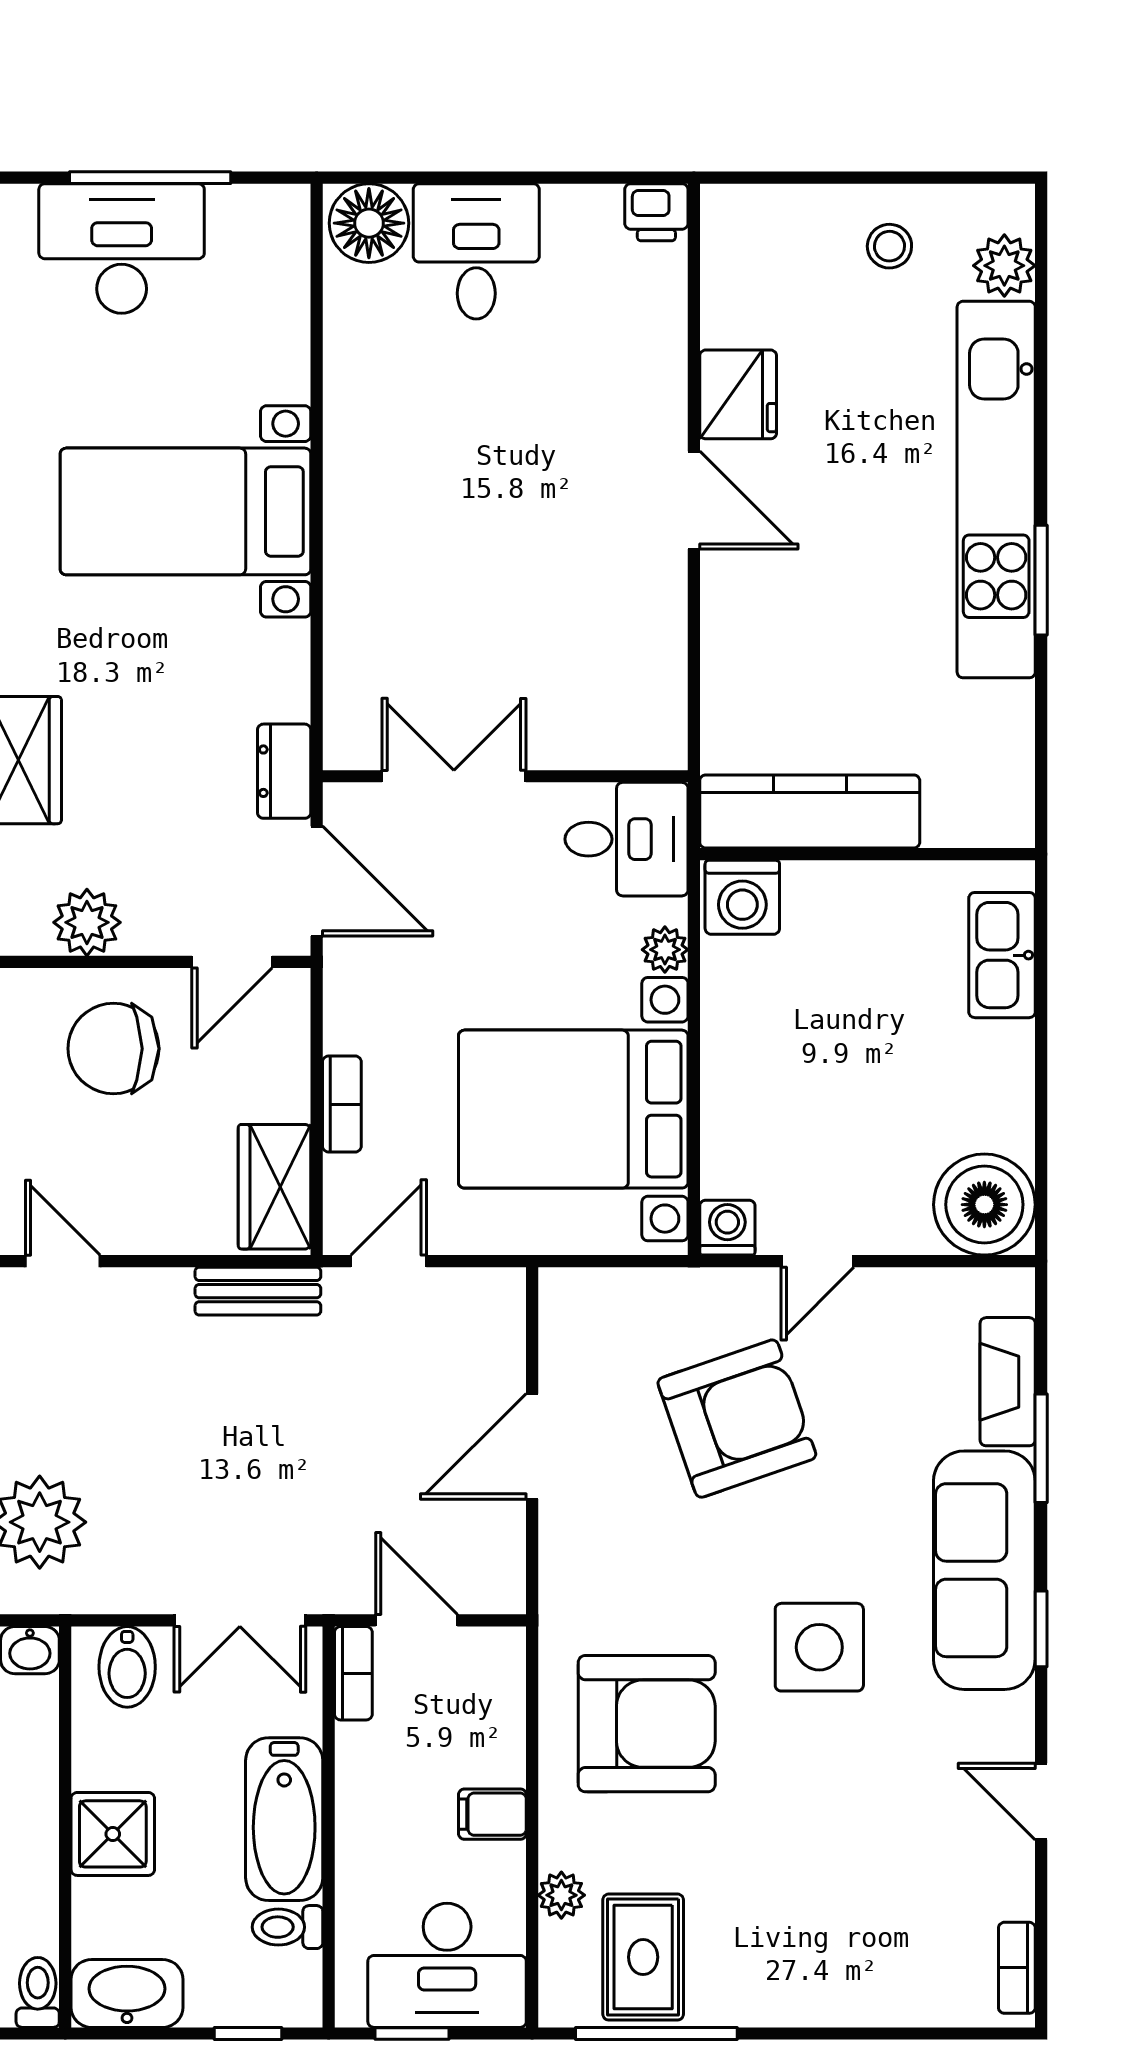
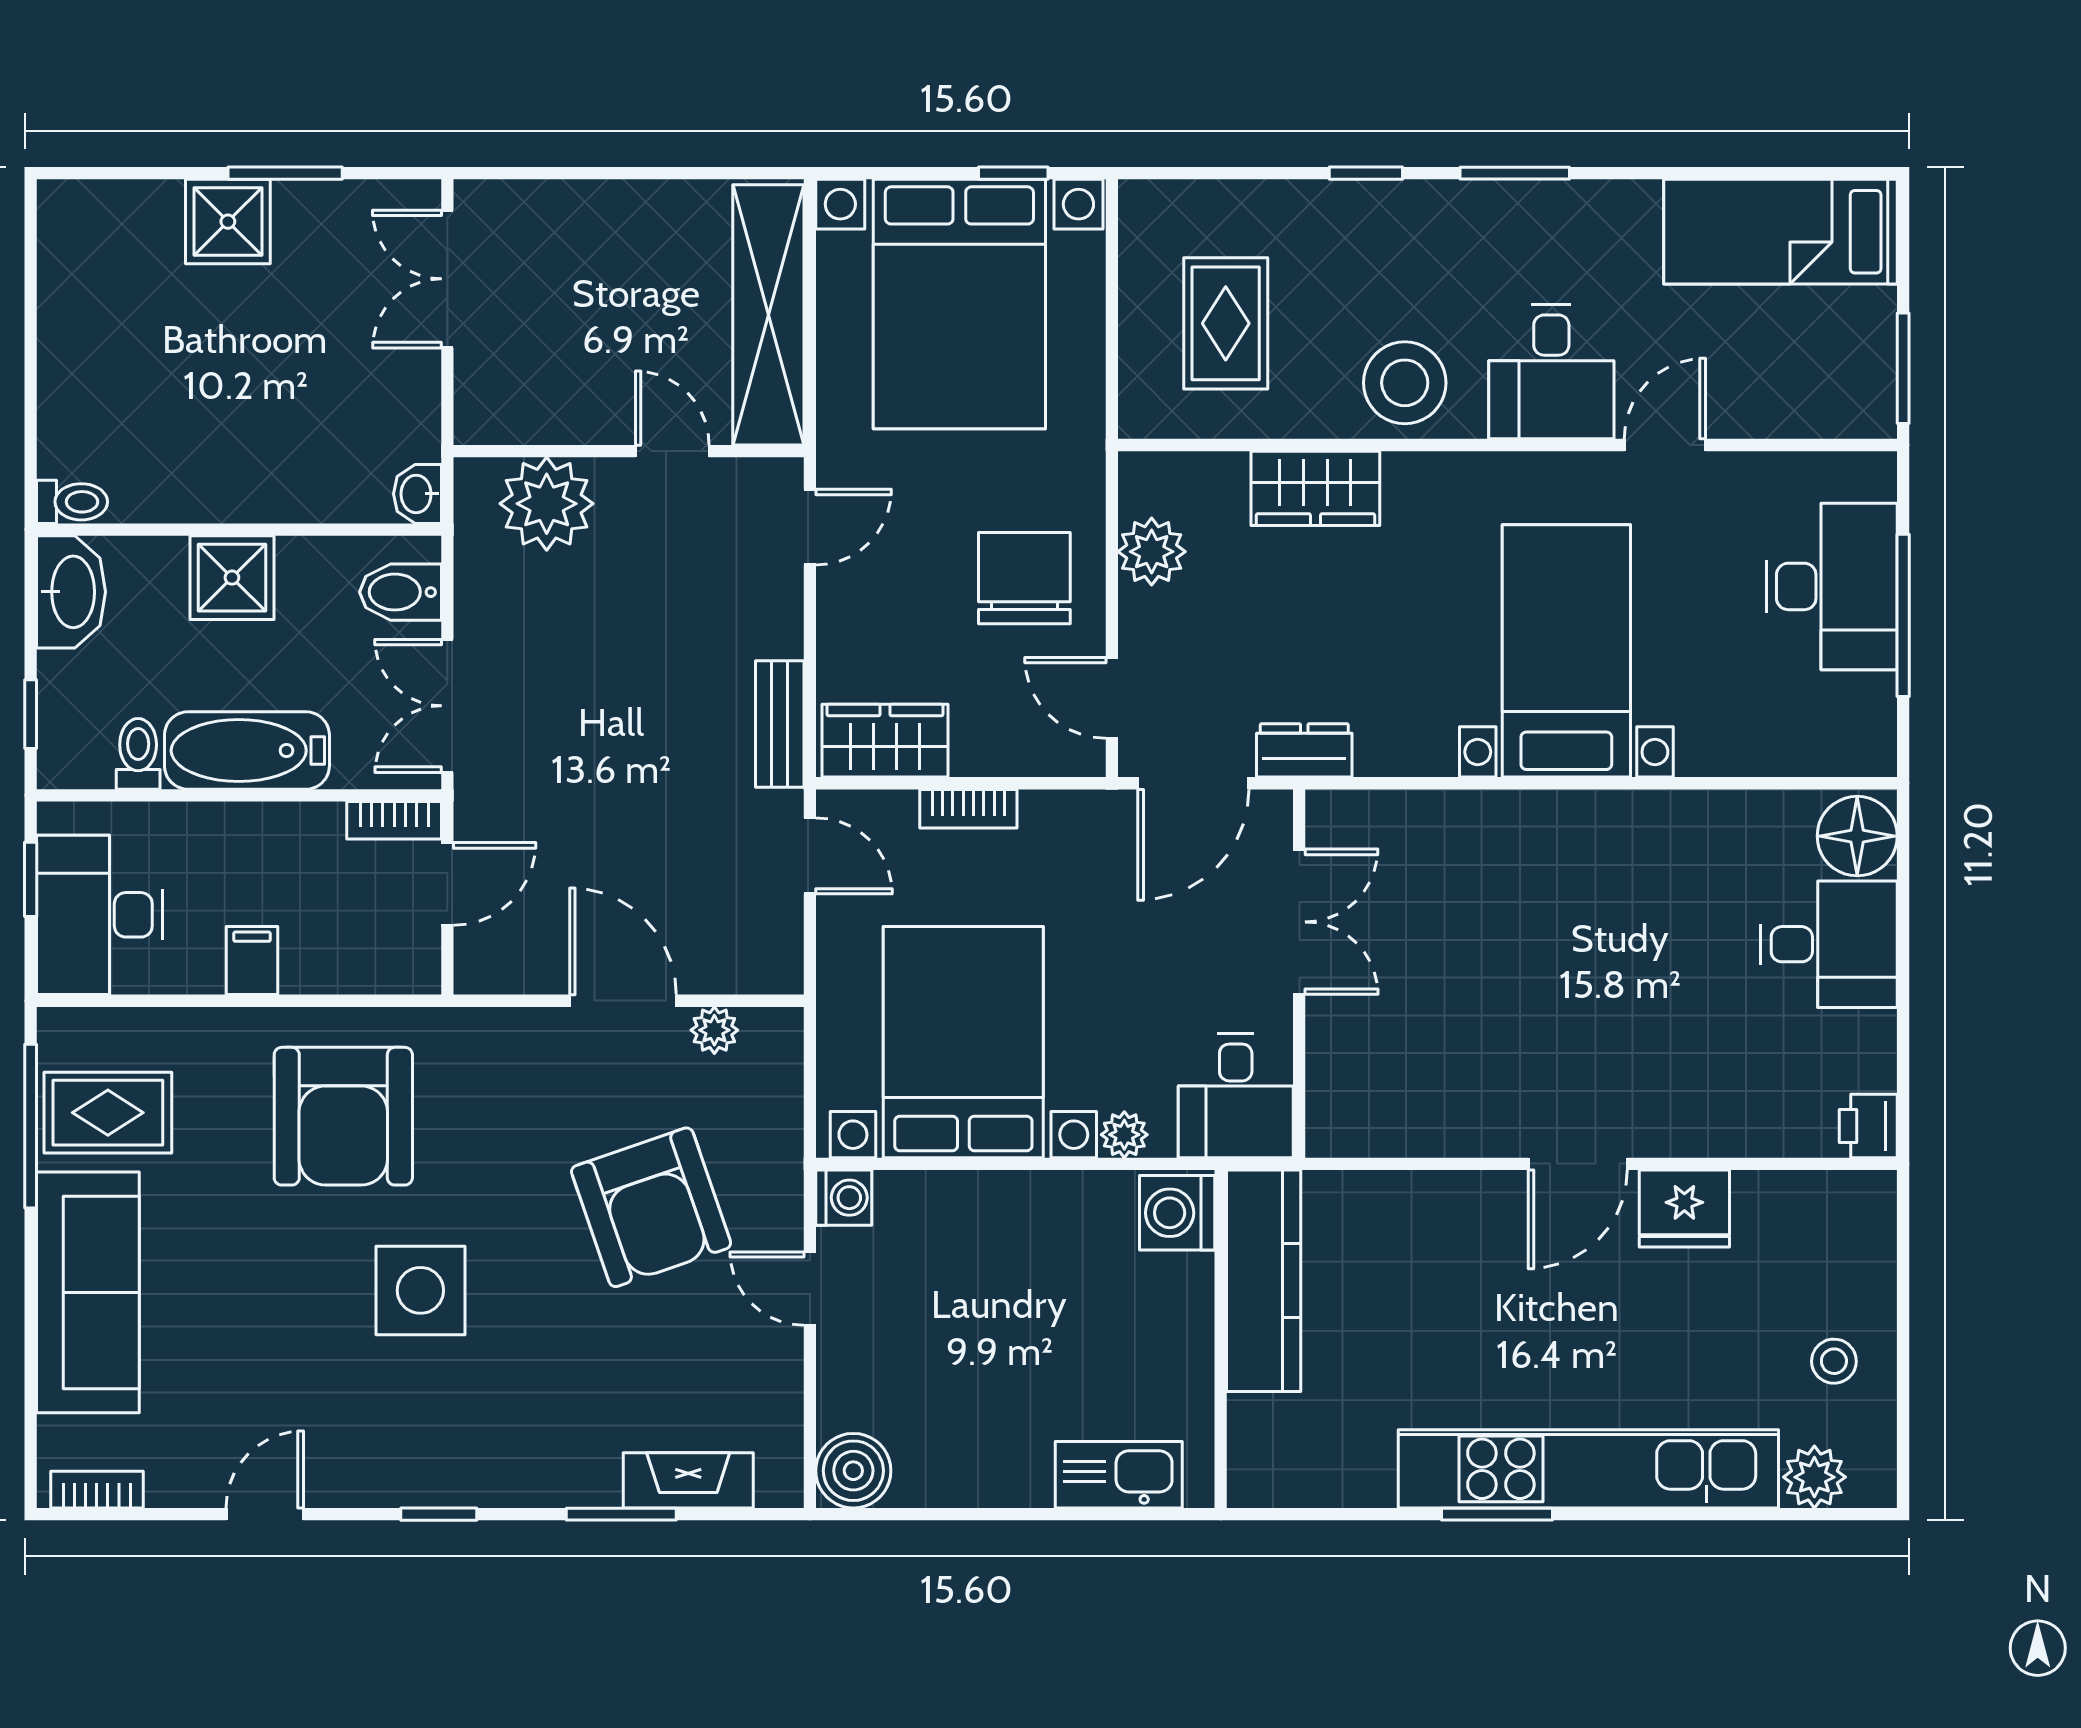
boiler: (984, 1205) -> (853, 1471), width x0.73, depth x0.73
sofa: (984, 1570) -> (88, 1292), moved, turned 90
plant: (561, 1895) -> (714, 1030), moved

